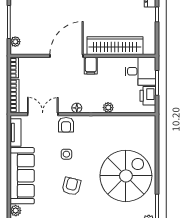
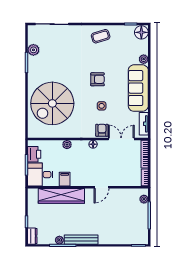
door: (67, 56) -> (101, 187), width x0.53
filing cabinet: (91, 66) -> (65, 179), moved
double door: (43, 114) -> (121, 139), swing flipped
spiral stairs: (126, 176) -> (52, 103), moved
armchair: (71, 186) -> (97, 79), turned -104

